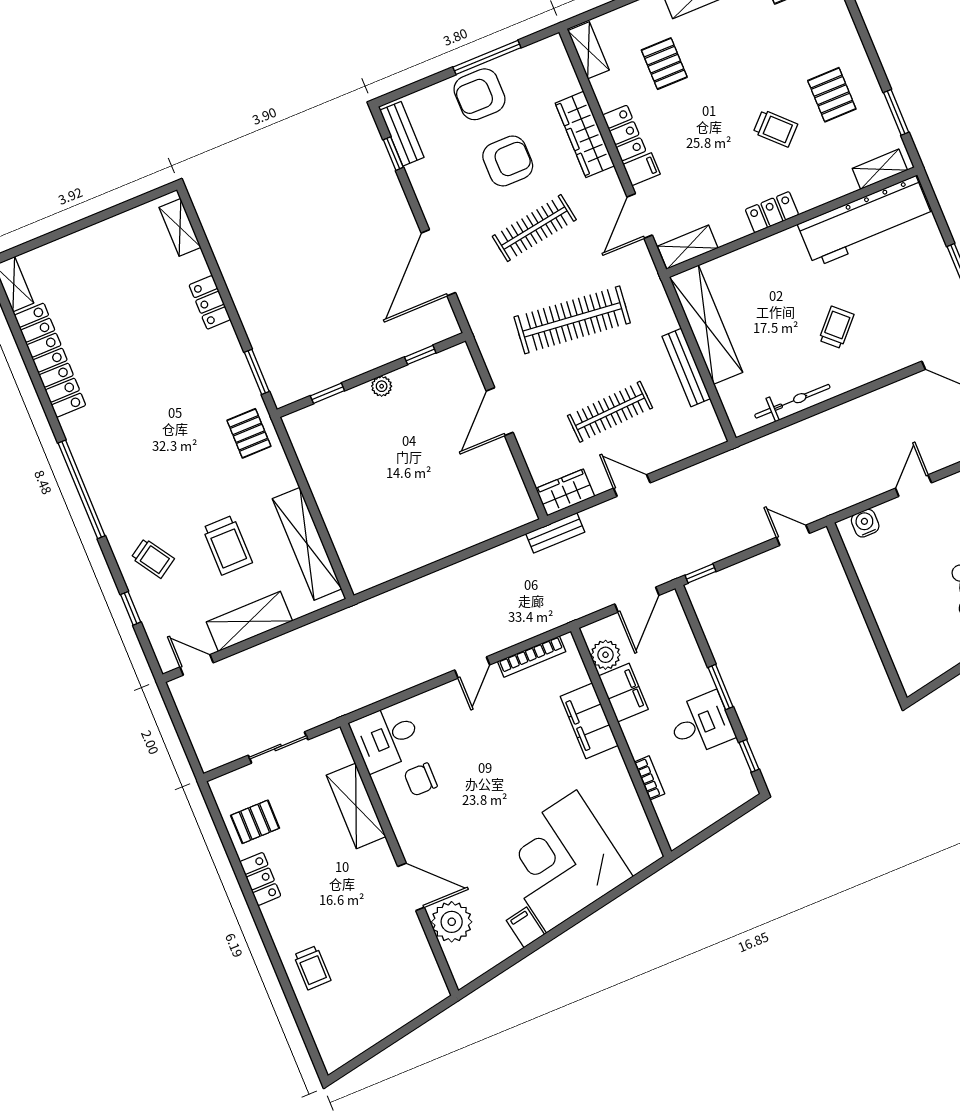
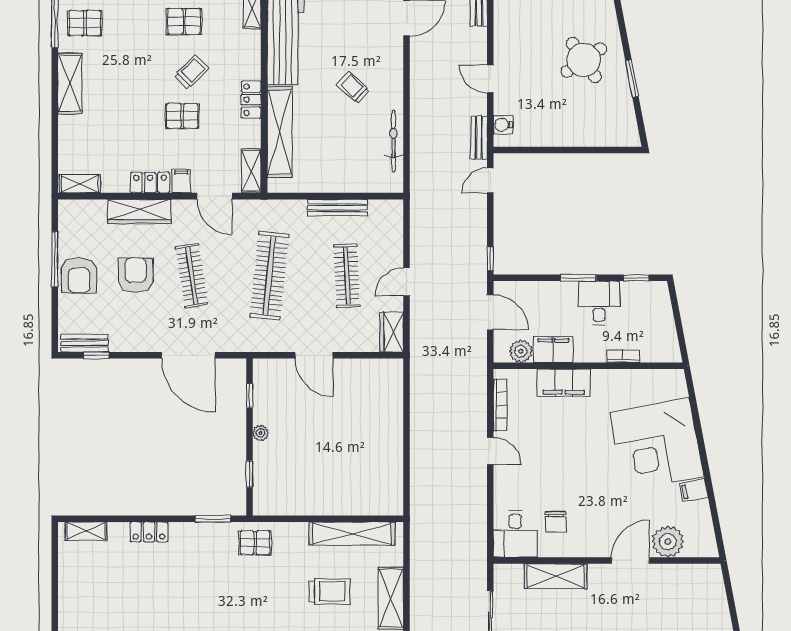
pallet: (664, 64) -> (182, 116), moved
shelving: (706, 325) -> (280, 132), moved, turned 90
bench: (555, 533) -> (479, 138), moved

